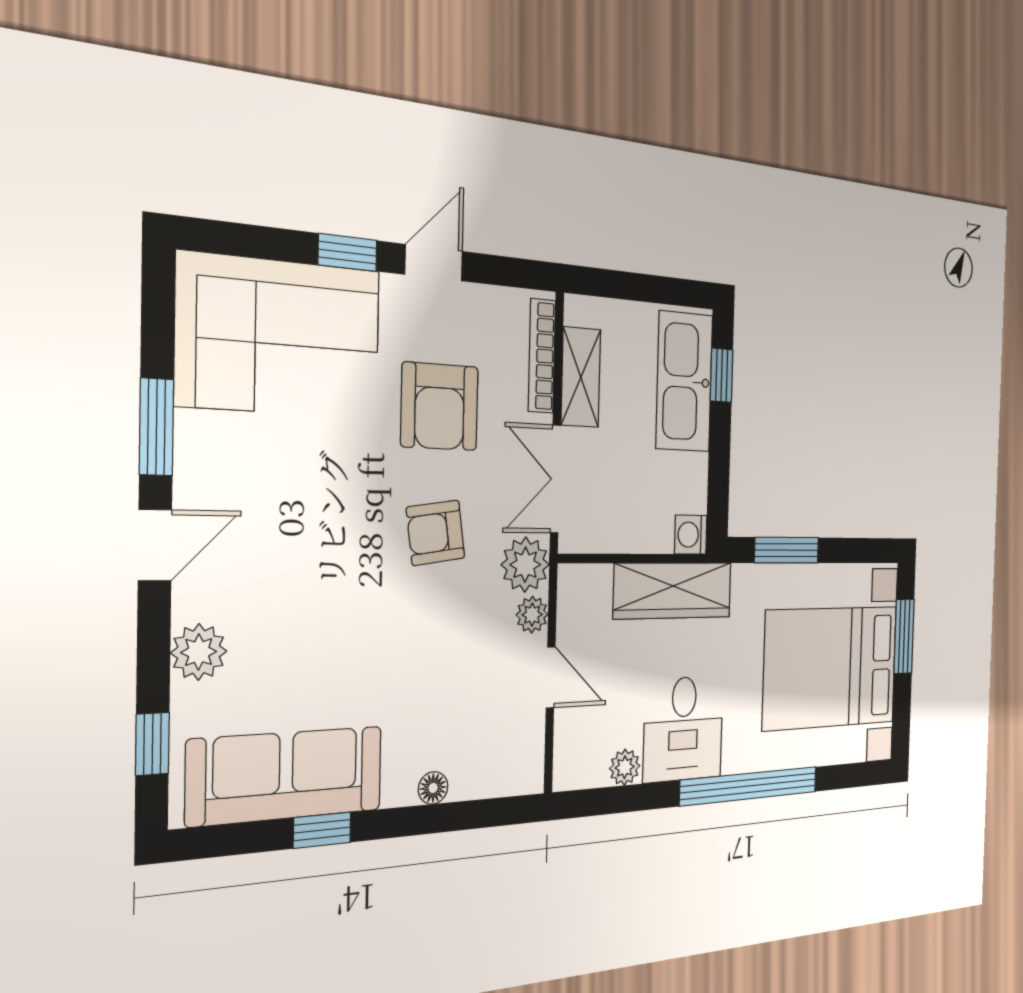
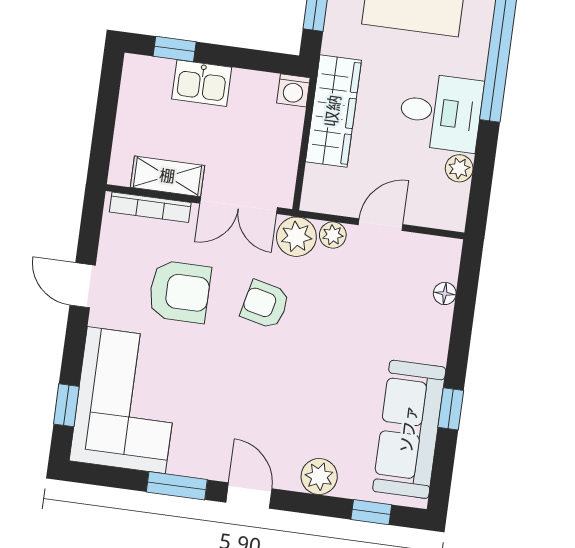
window: (348, 253) -> (66, 405), moved
kitchen sink: (684, 382) -> (202, 83), width x0.53, depth x0.81
armchair: (436, 533) -> (265, 304), turned 111
floor lamp: (433, 788) -> (445, 293), moved

